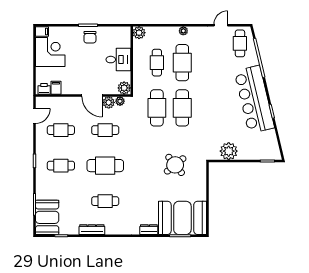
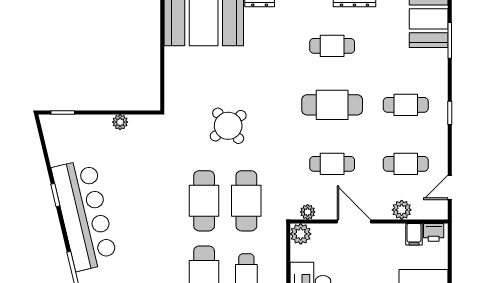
plant: (109, 102) -> (402, 210), moved
plant: (229, 151) -> (120, 122), width x0.53, depth x0.53
round table: (175, 165) -> (228, 126), moved

